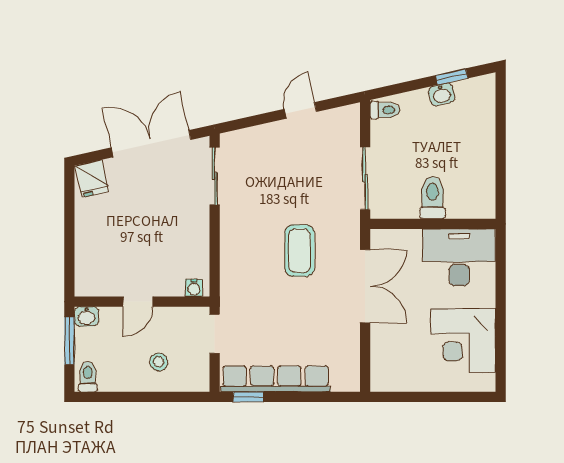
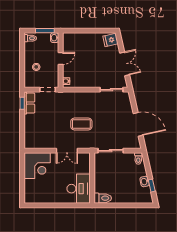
door: (300, 110) -> (138, 124), width x1.87
double door: (151, 144) -> (125, 64), width x0.73
toilet: (433, 198) -> (103, 198), moved
double door: (365, 286) -> (67, 151), width x0.73
door: (138, 302) -> (61, 58), swing flipped
corner desk: (463, 341) -> (37, 166), moved, turned 180
row of seats: (276, 379) -> (29, 103), width x0.50

